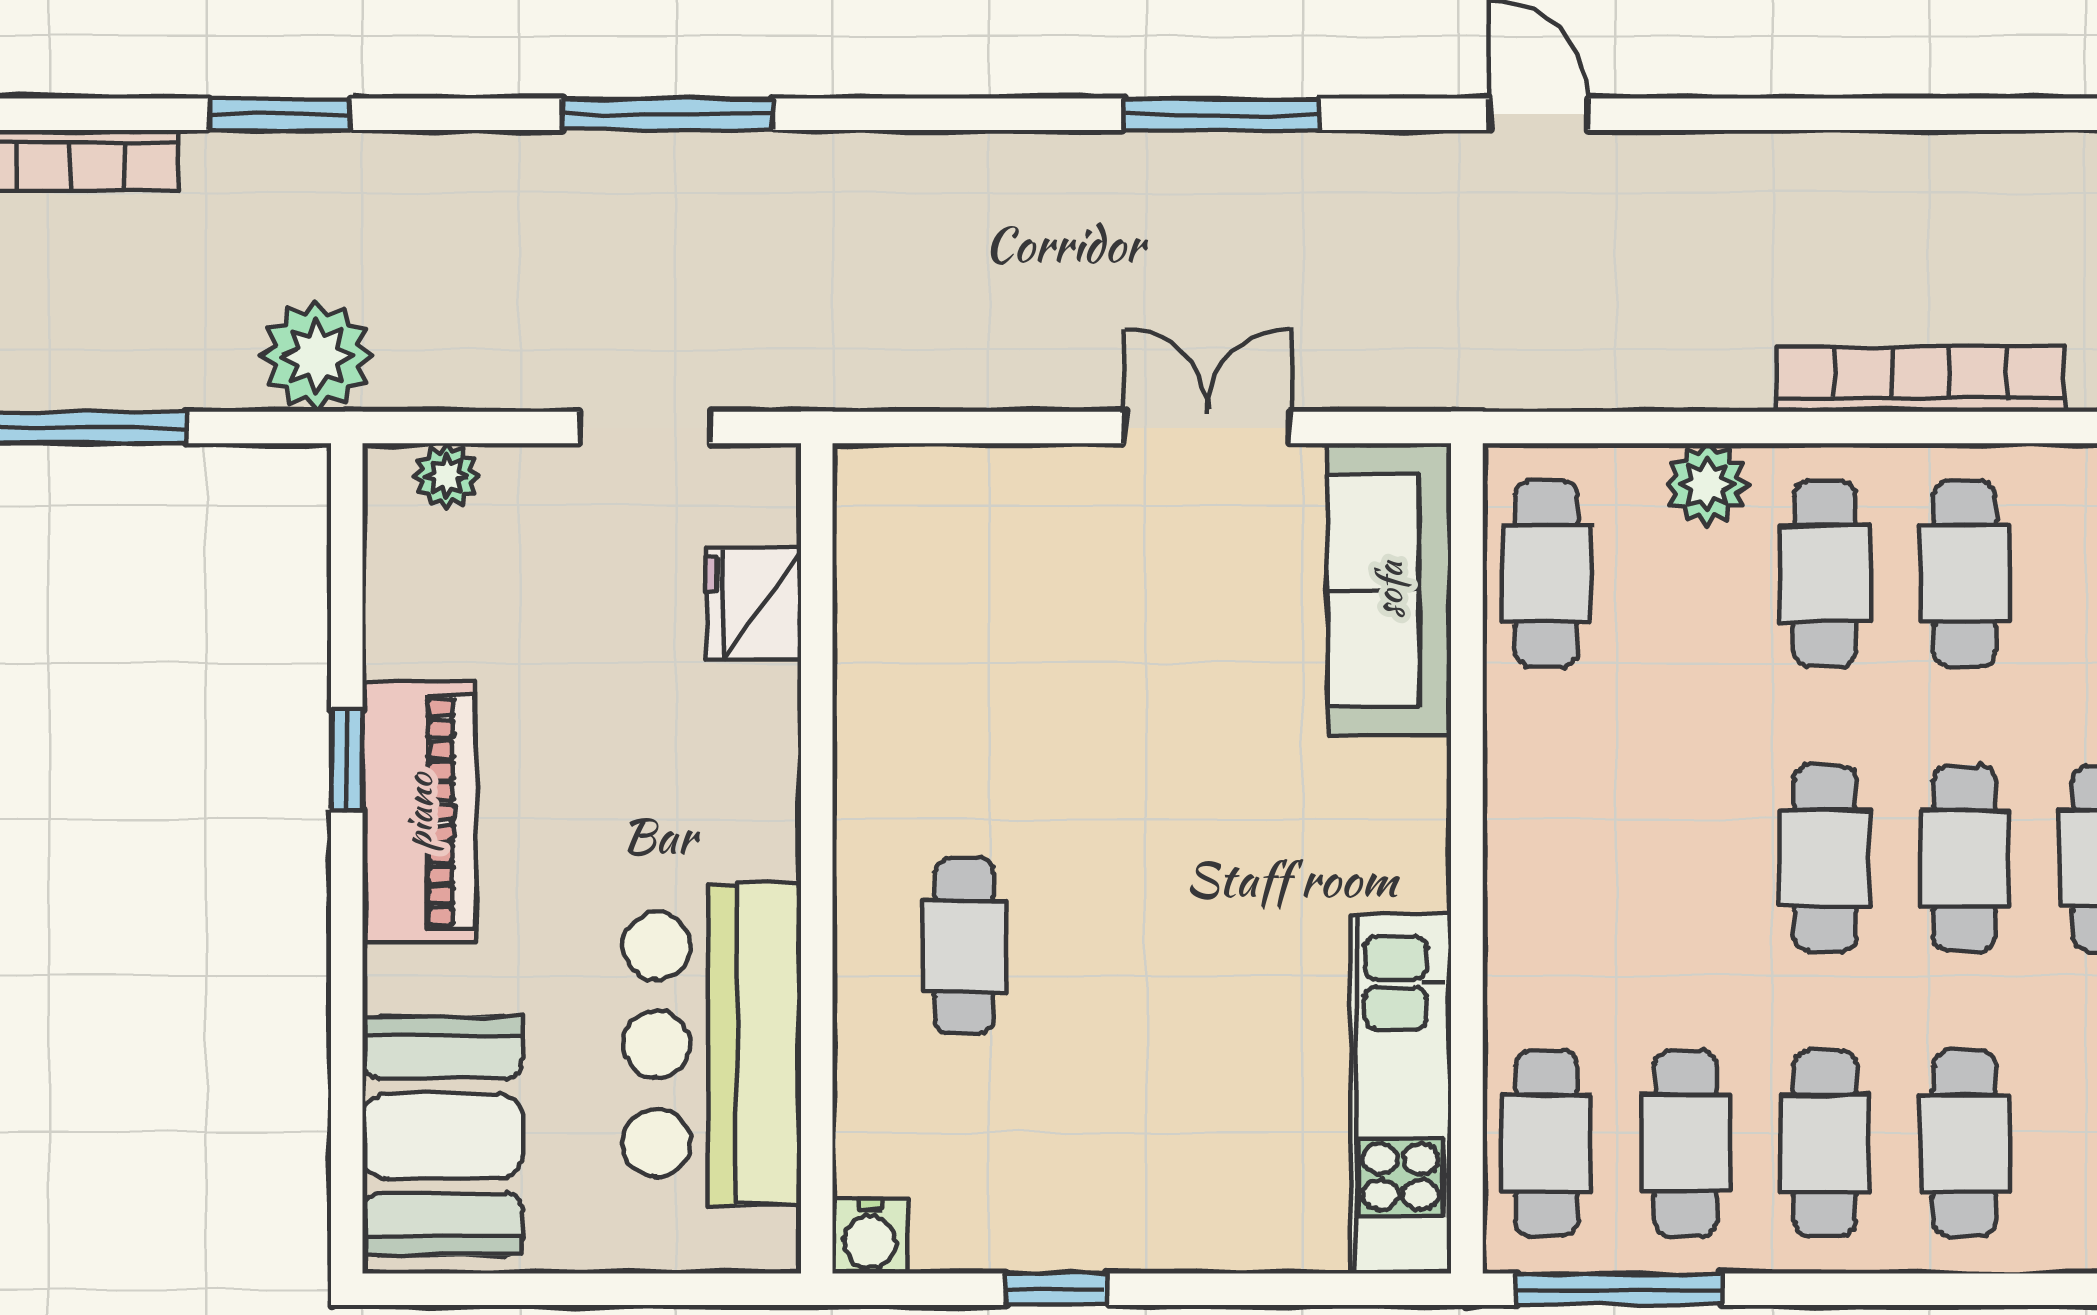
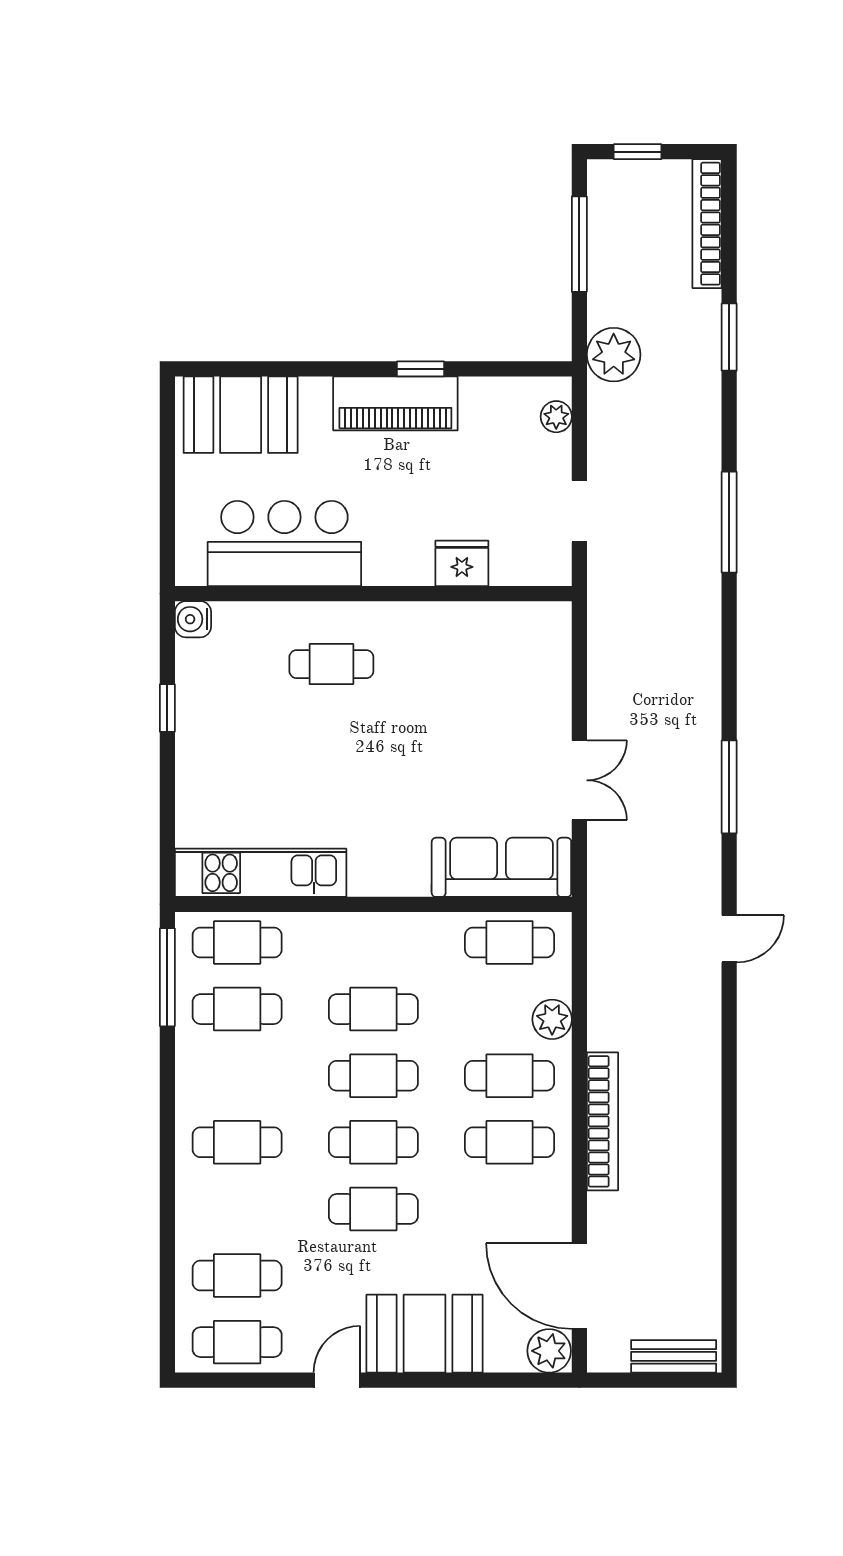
fridge: (753, 604) -> (462, 563), moved
cafe table: (1825, 1143) -> (373, 1009), moved

